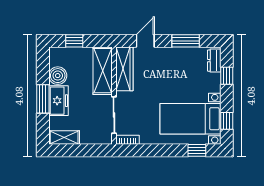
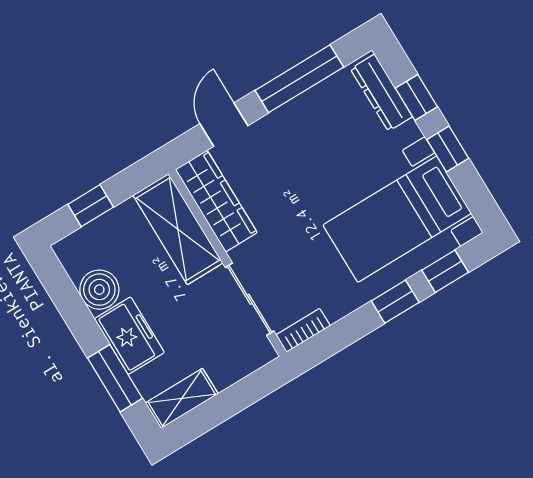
window: (186, 41) -> (299, 79), width x1.44
dresser: (214, 61) -> (381, 93), width x1.44
window: (43, 99) -> (115, 378), moved
window: (227, 121) -> (448, 149), moved
window: (170, 150) -> (395, 302), added

